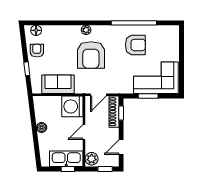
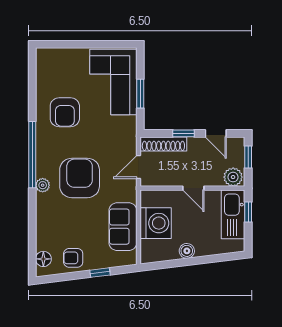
window: (134, 23) -> (32, 155), moved
armchair: (135, 45) -> (65, 112), turned 180
armchair: (91, 55) -> (80, 178), turned -90
door: (98, 95) -> (138, 167), swing flipped
washing machine: (72, 106) -> (156, 223), moved, turned -90
window: (121, 113) -> (184, 133), moved

